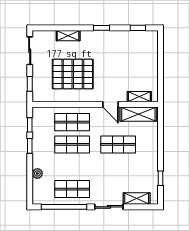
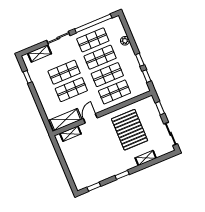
pallet: (73, 74) -> (130, 130), turned 90
door: (111, 104) -> (90, 118), hinge flipped
shop shelf: (72, 167) -> (100, 57), added
shop shelf: (118, 167) -> (64, 72), added

